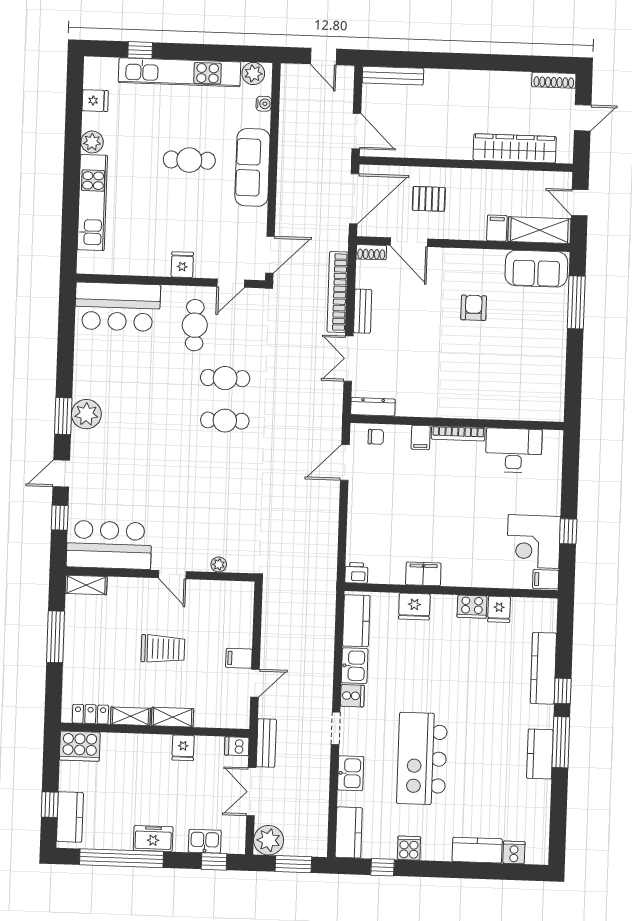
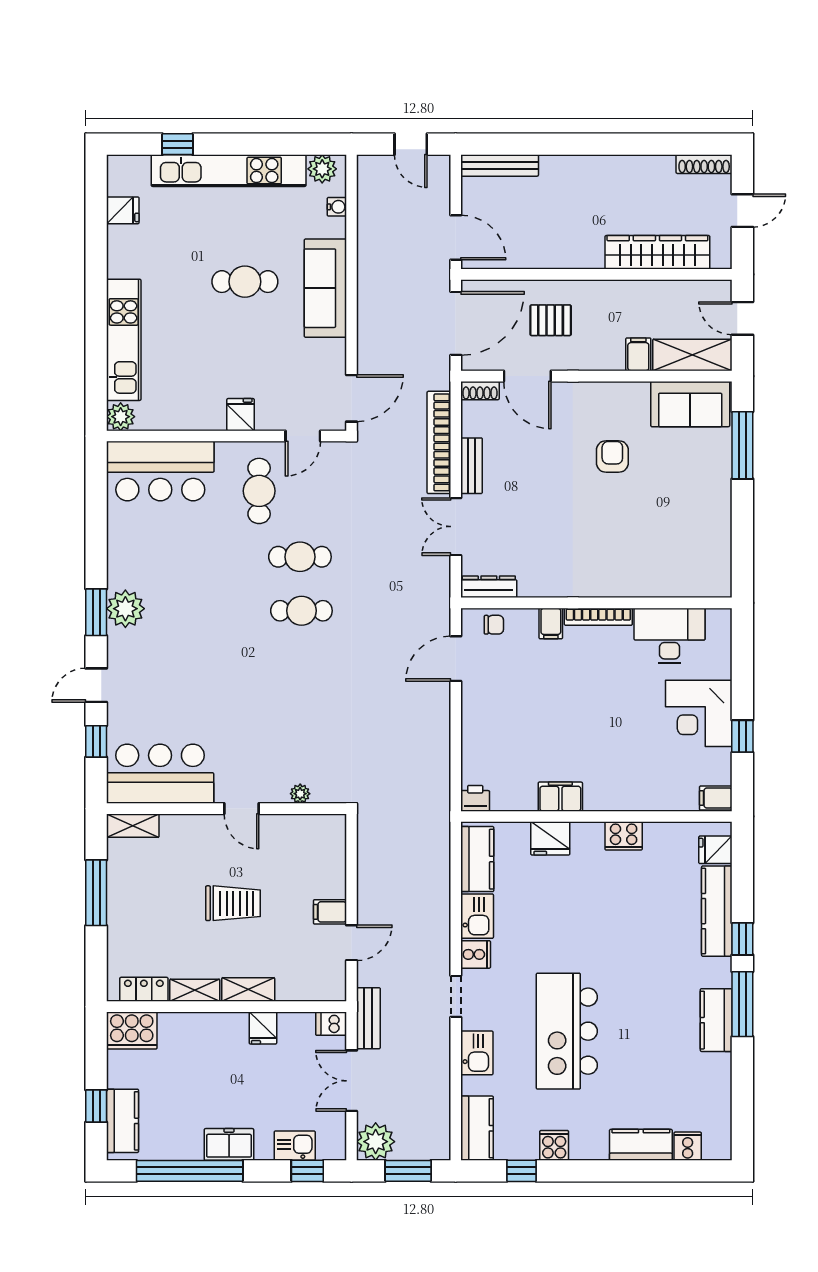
plant: (92, 142) -> (121, 417), moved
corner desk: (534, 542) -> (699, 713), moved
fridge: (499, 609) -> (715, 850), moved, turned 90

